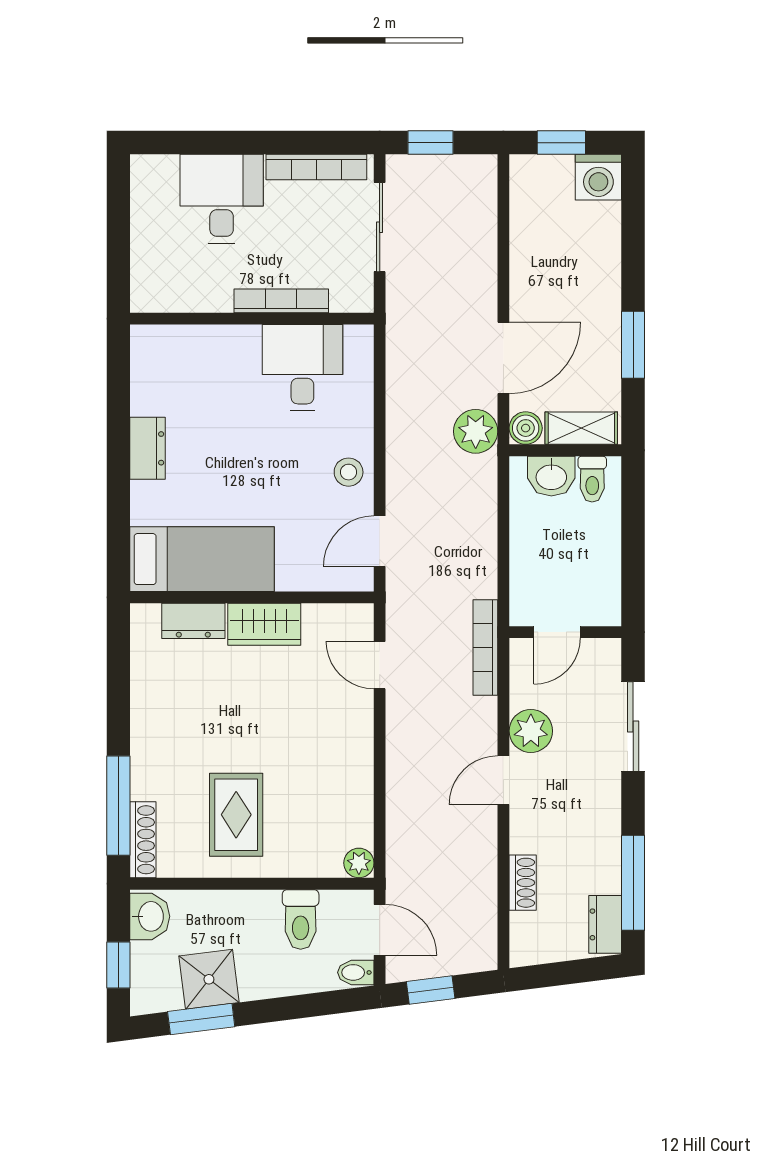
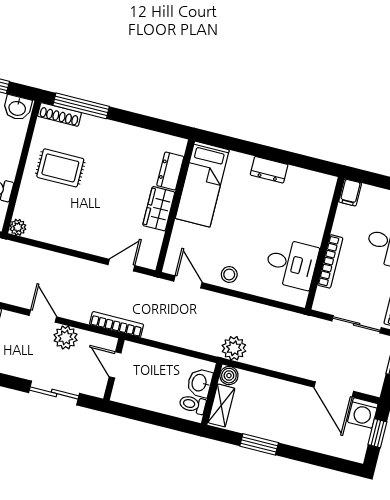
washing machine: (598, 177) -> (363, 413), moved, turned -90
filing cabinet: (152, 296) -> (350, 192), added
door: (503, 358) -> (334, 389), moved

